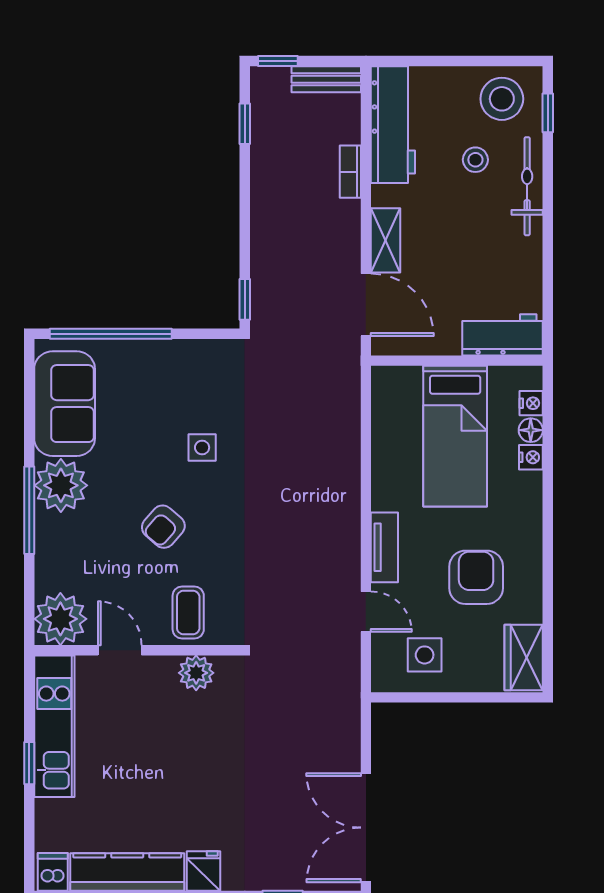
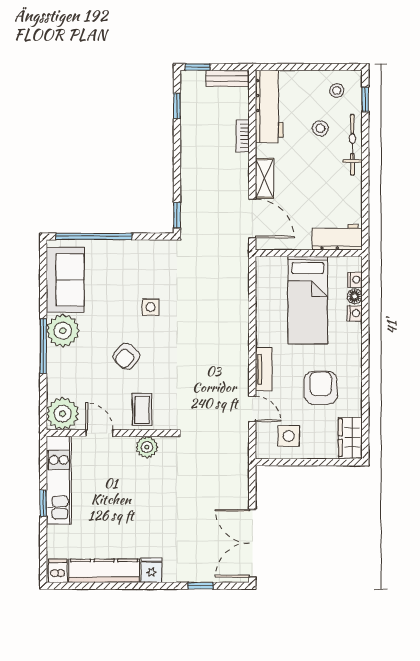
stool: (502, 99) -> (337, 91), width x0.53, depth x0.53

